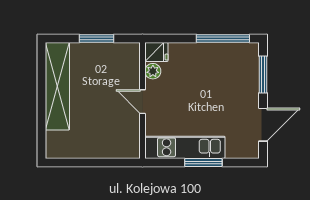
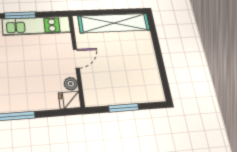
shelving: (57, 86) -> (114, 23), moved, turned 90
door: (143, 102) -> (76, 59), hinge flipped

